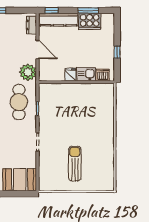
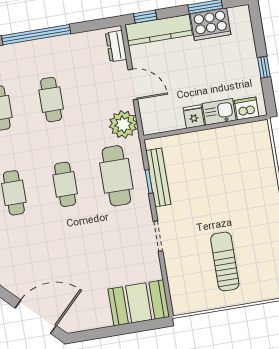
bench: (44, 107) -> (158, 177), added

